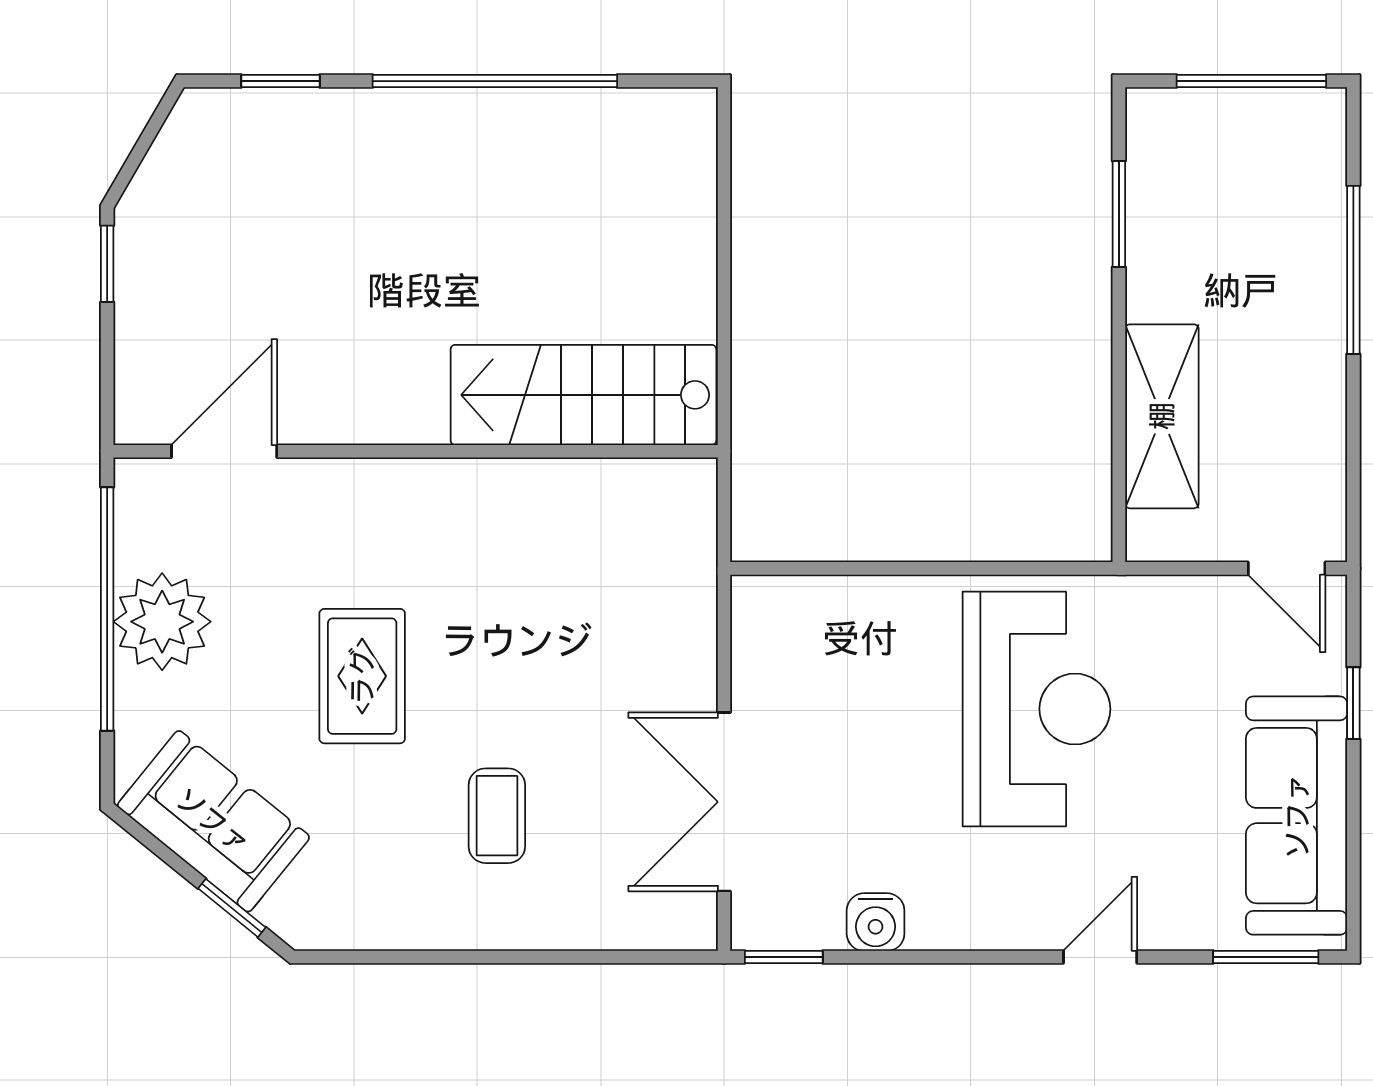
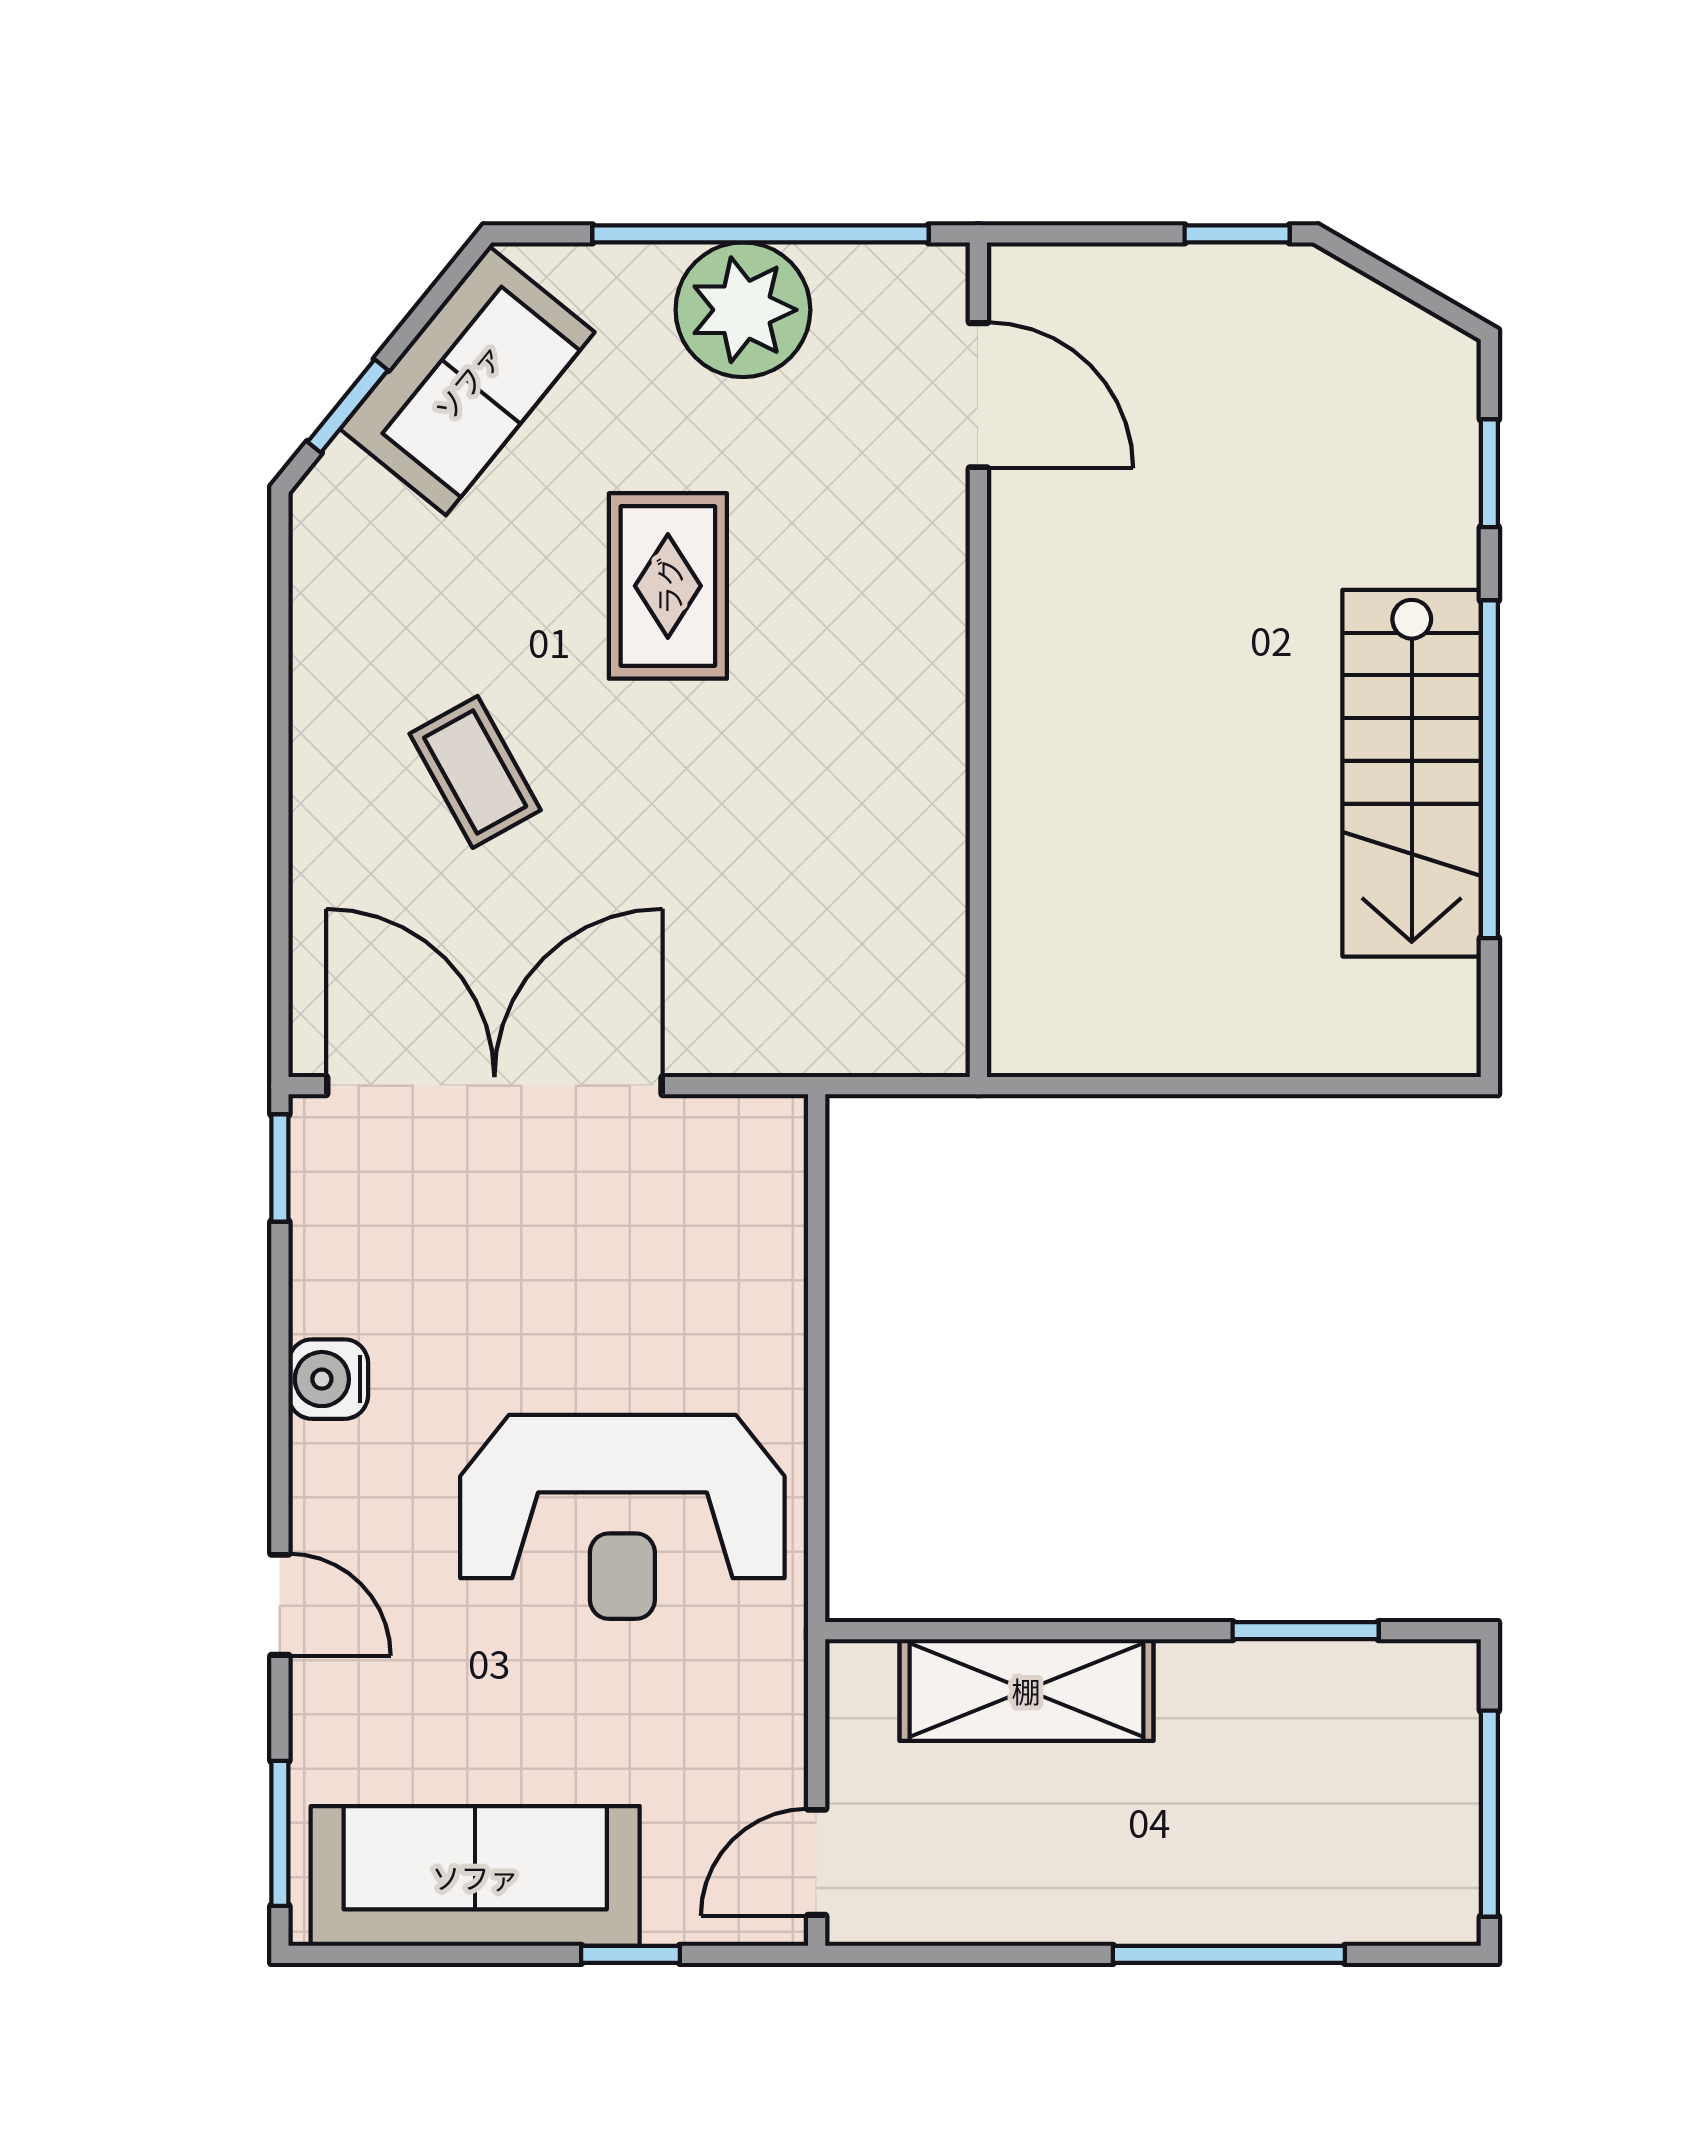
stairs: (583, 395) -> (1412, 773), moved, turned 180
rug: (362, 676) -> (668, 586), turned 90
double door: (724, 802) -> (494, 1086), width x1.36
coffee table: (497, 816) -> (475, 772), turned 61
water cooler: (876, 922) -> (328, 1379), moved

